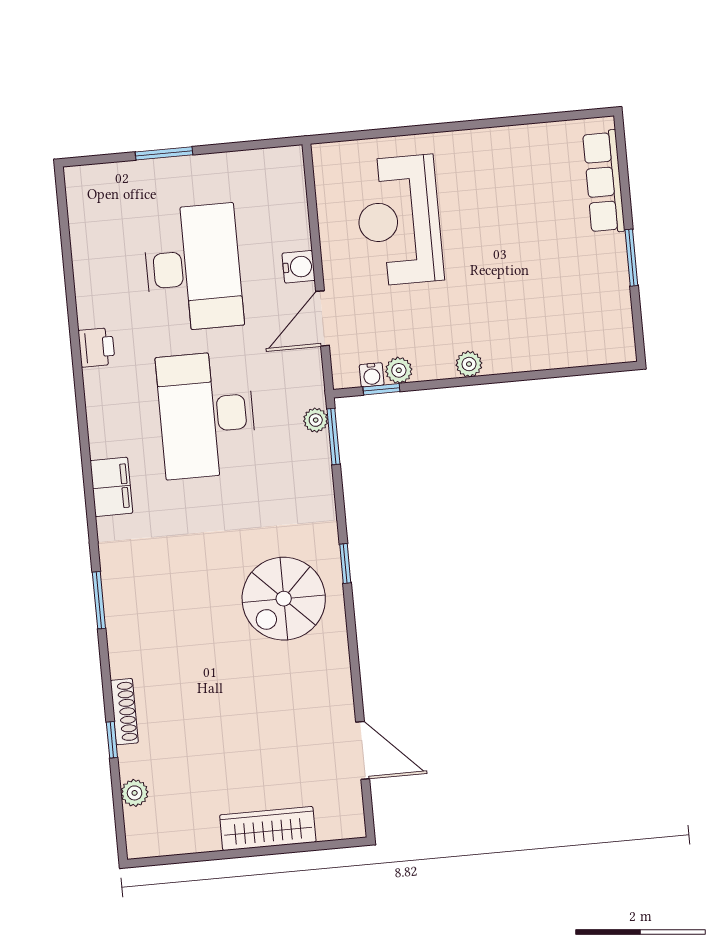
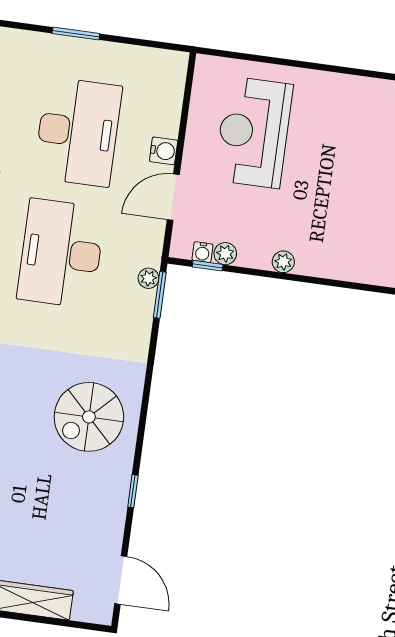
window: (345, 563) -> (133, 491), moved
door: (363, 750) -> (121, 580), moved

